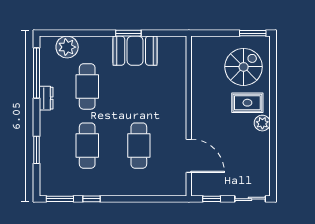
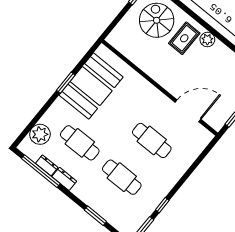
booth: (135, 51) -> (91, 86), width x1.36, depth x1.42
dresser: (46, 74) -> (47, 165), added

